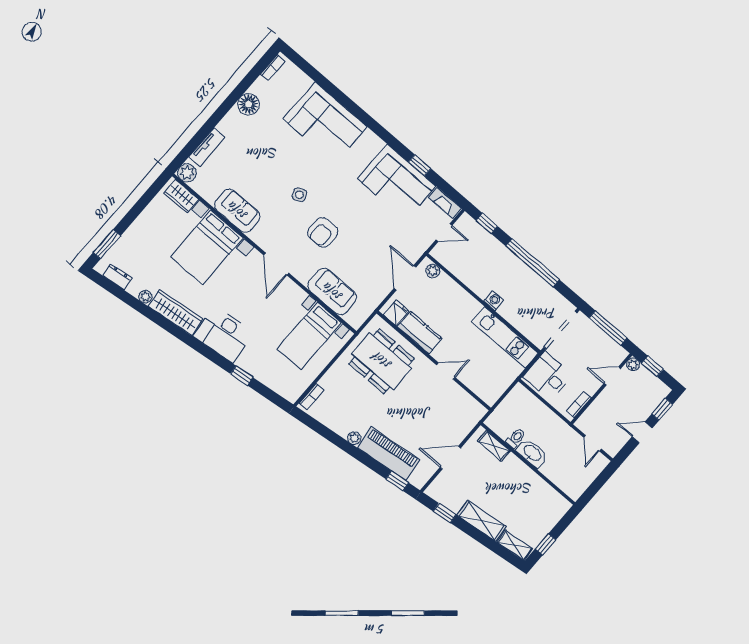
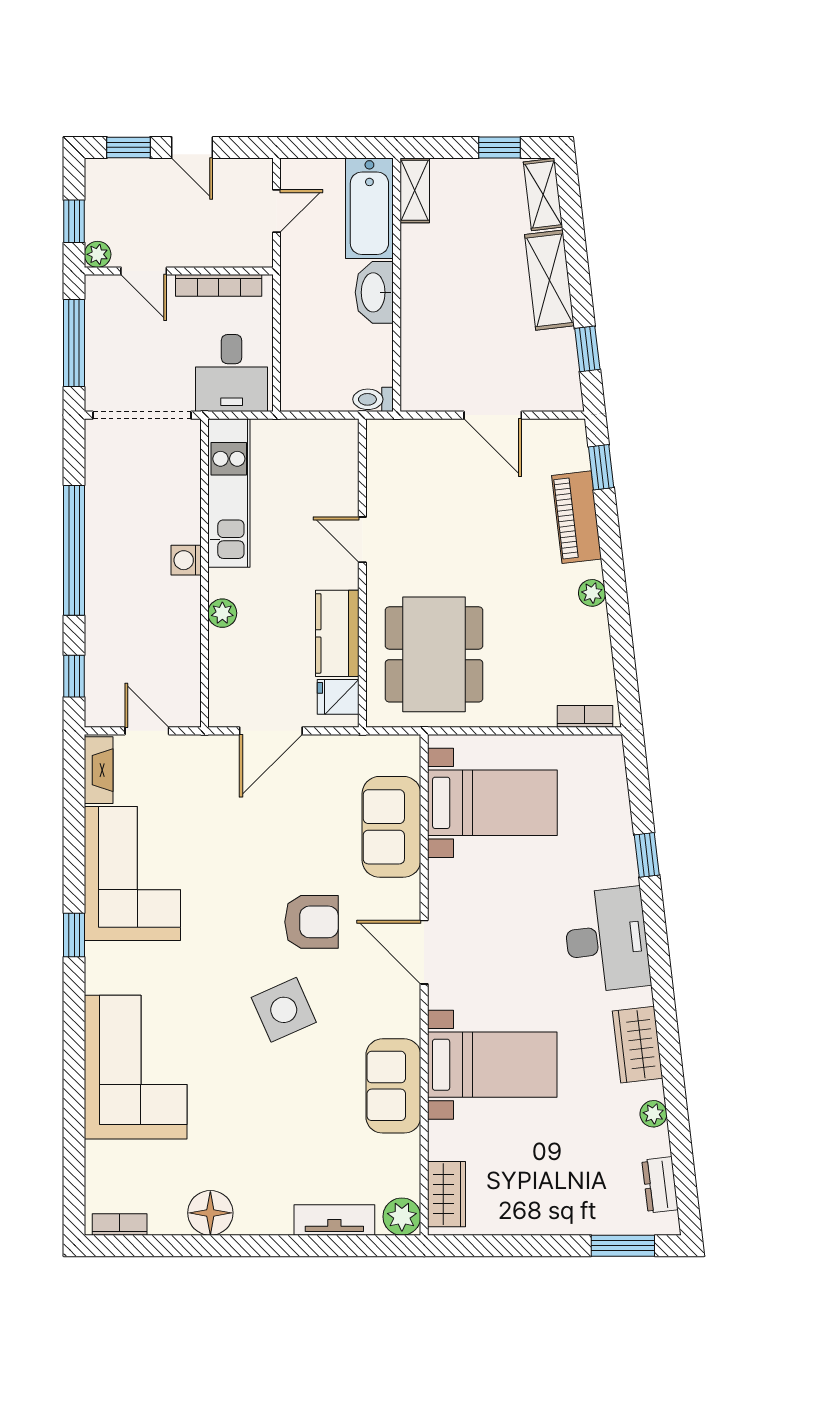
window: (420, 165) -> (74, 935), moved
side table: (299, 195) -> (284, 1010), width x1.87, depth x1.87
bed with nightstands: (207, 247) -> (492, 1065), width x0.73
door: (276, 264) -> (424, 952), swing flipped
plant: (433, 271) -> (222, 613), moved
wardrobe: (176, 313) -> (637, 1045), width x0.67
bookcase: (579, 404) -> (219, 285), width x1.56
toilet: (516, 438) -> (373, 399), moved
shelving: (494, 446) -> (415, 190), moved
piano: (388, 454) -> (577, 517), width x0.73, depth x0.75
bathtub: (564, 478) -> (369, 208), added

